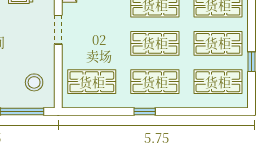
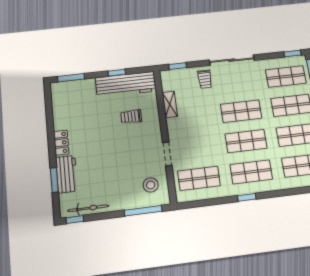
doorway: (58, 30) -> (167, 154), moved

